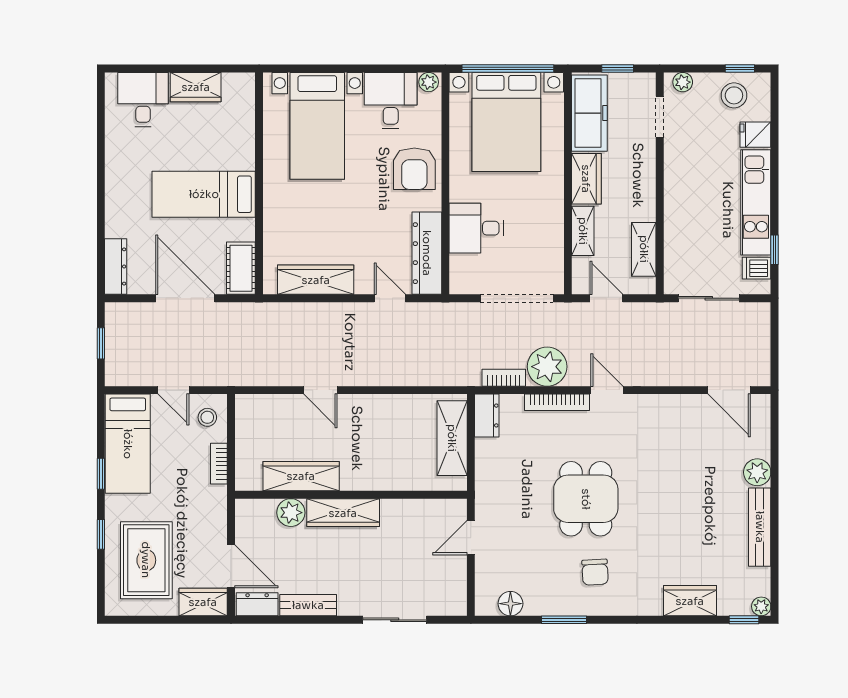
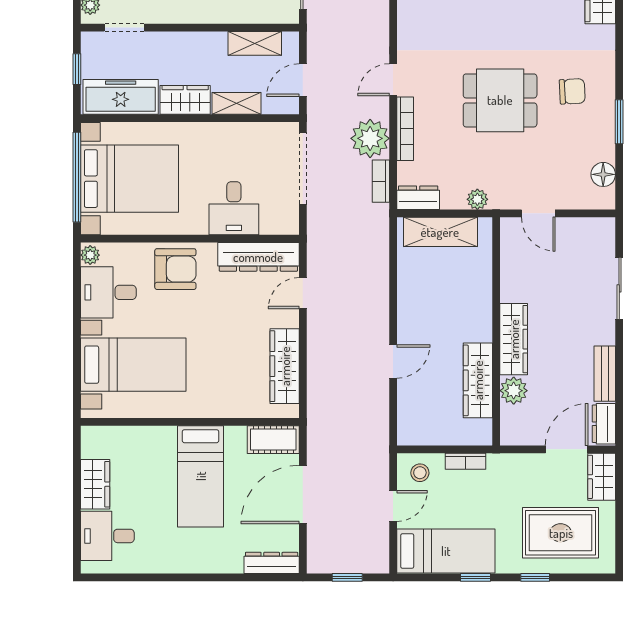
plant: (485, 476) -> (477, 199), added

